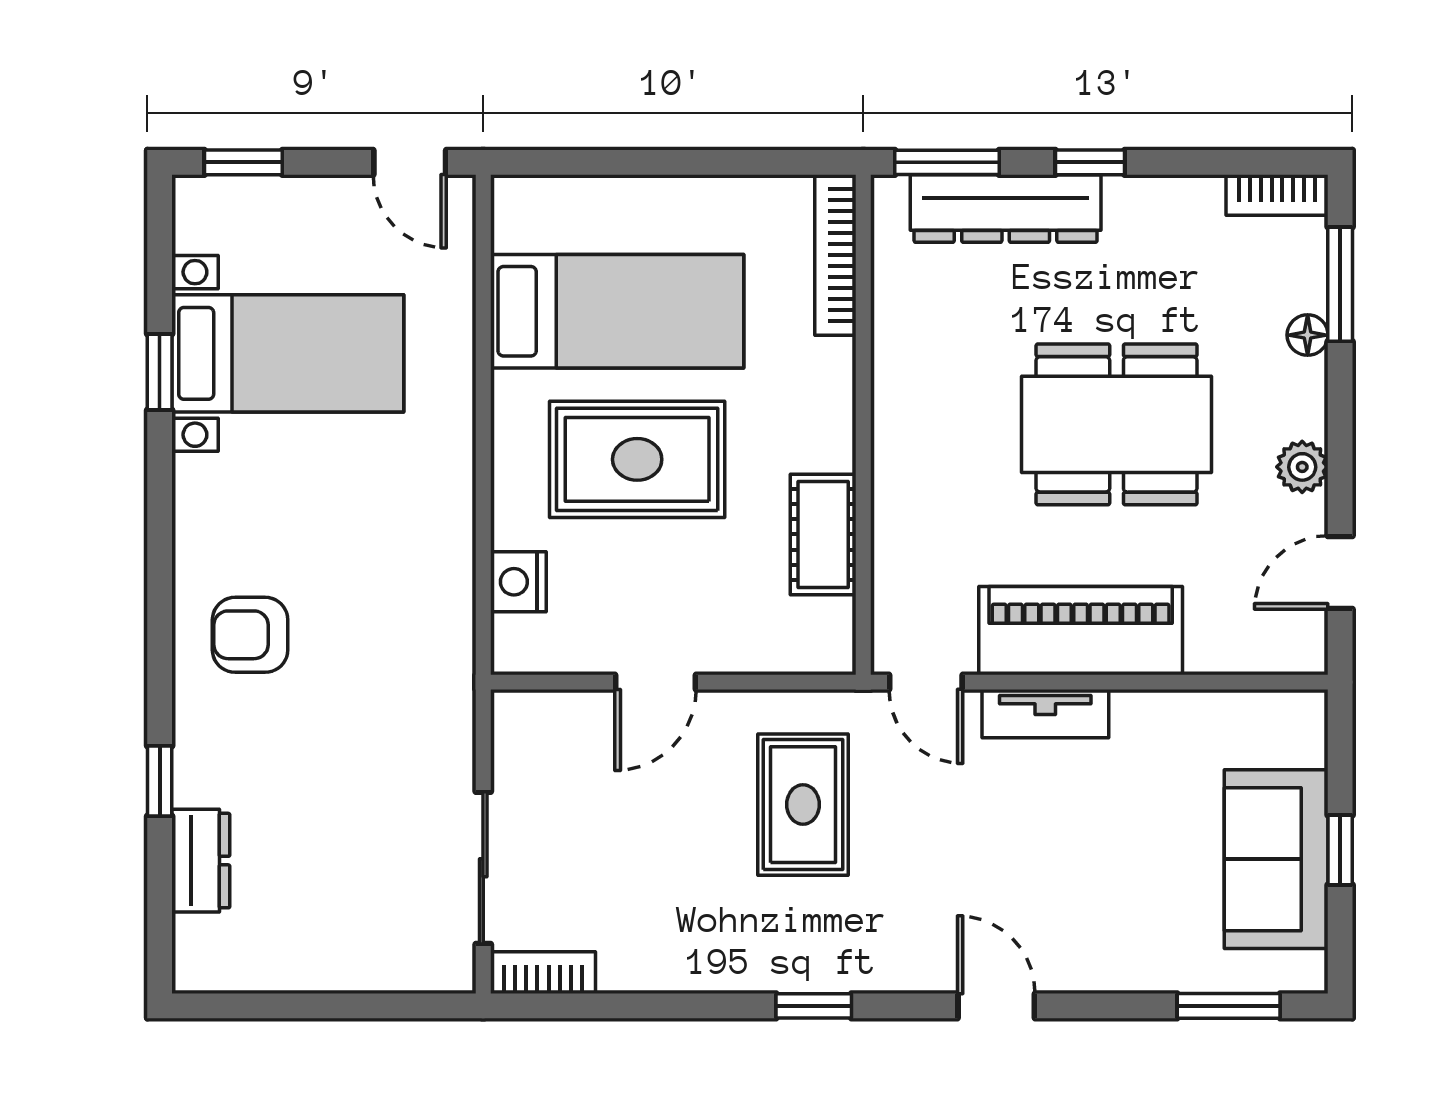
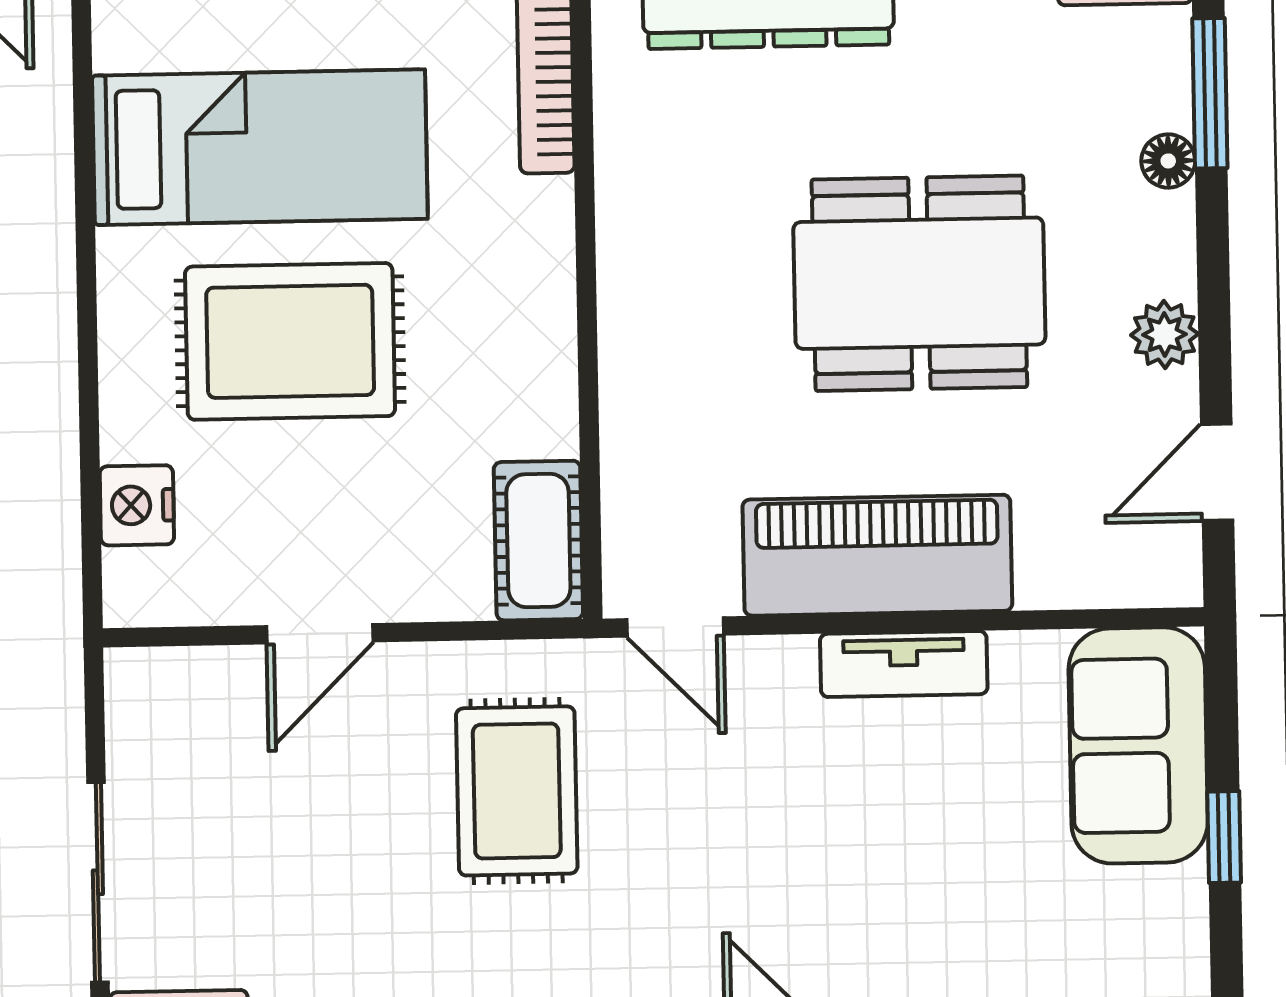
cot: (823, 534) -> (538, 541), moved
tv unit: (1045, 714) -> (904, 664), moved
sofa: (1276, 859) -> (1138, 745), moved

